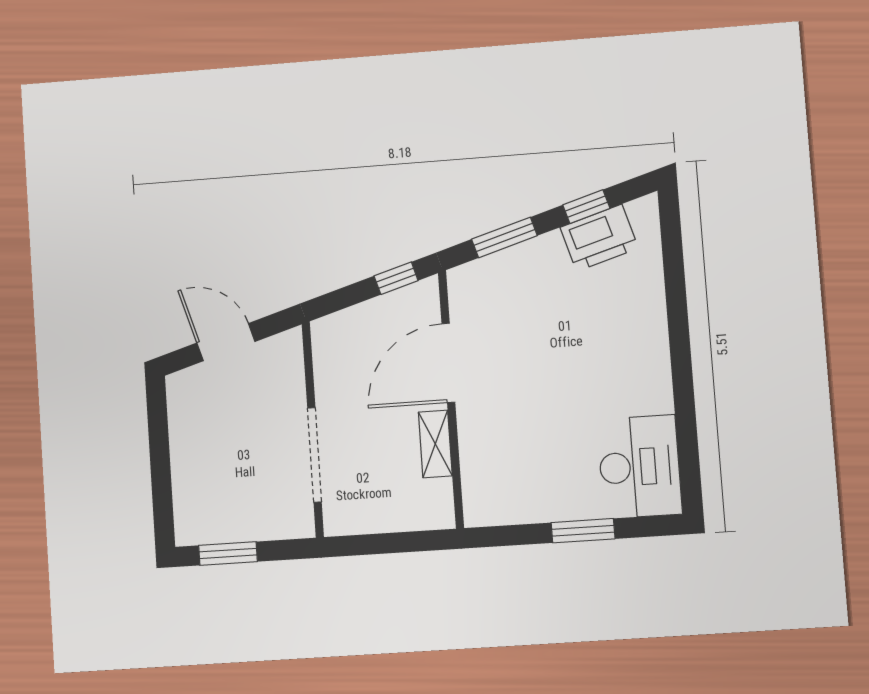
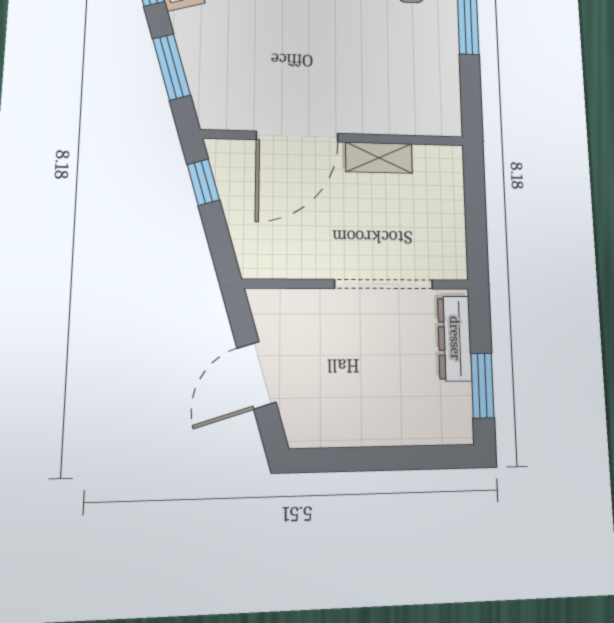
door: (448, 363) -> (297, 137), hinge flipped
dresser: (269, 525) -> (455, 338), added

